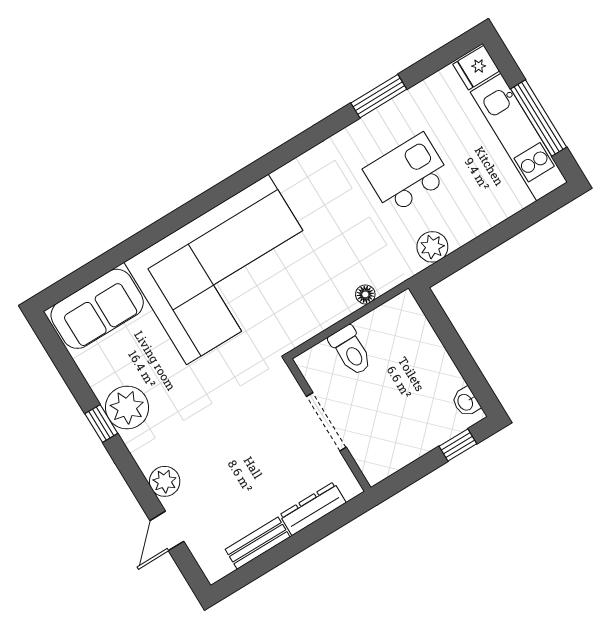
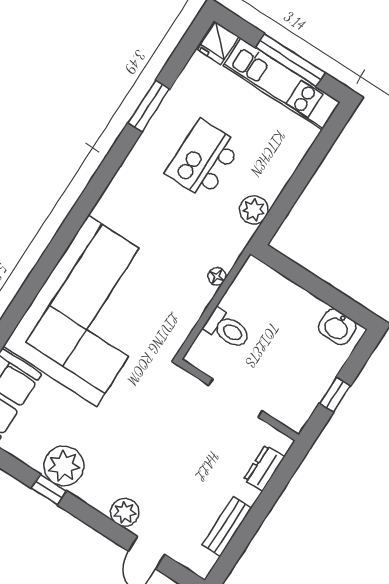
washbasin: (466, 402) -> (337, 327), width x1.38, depth x1.45
window: (458, 445) -> (335, 395), moved
dresser: (313, 509) -> (264, 468), width x0.70

